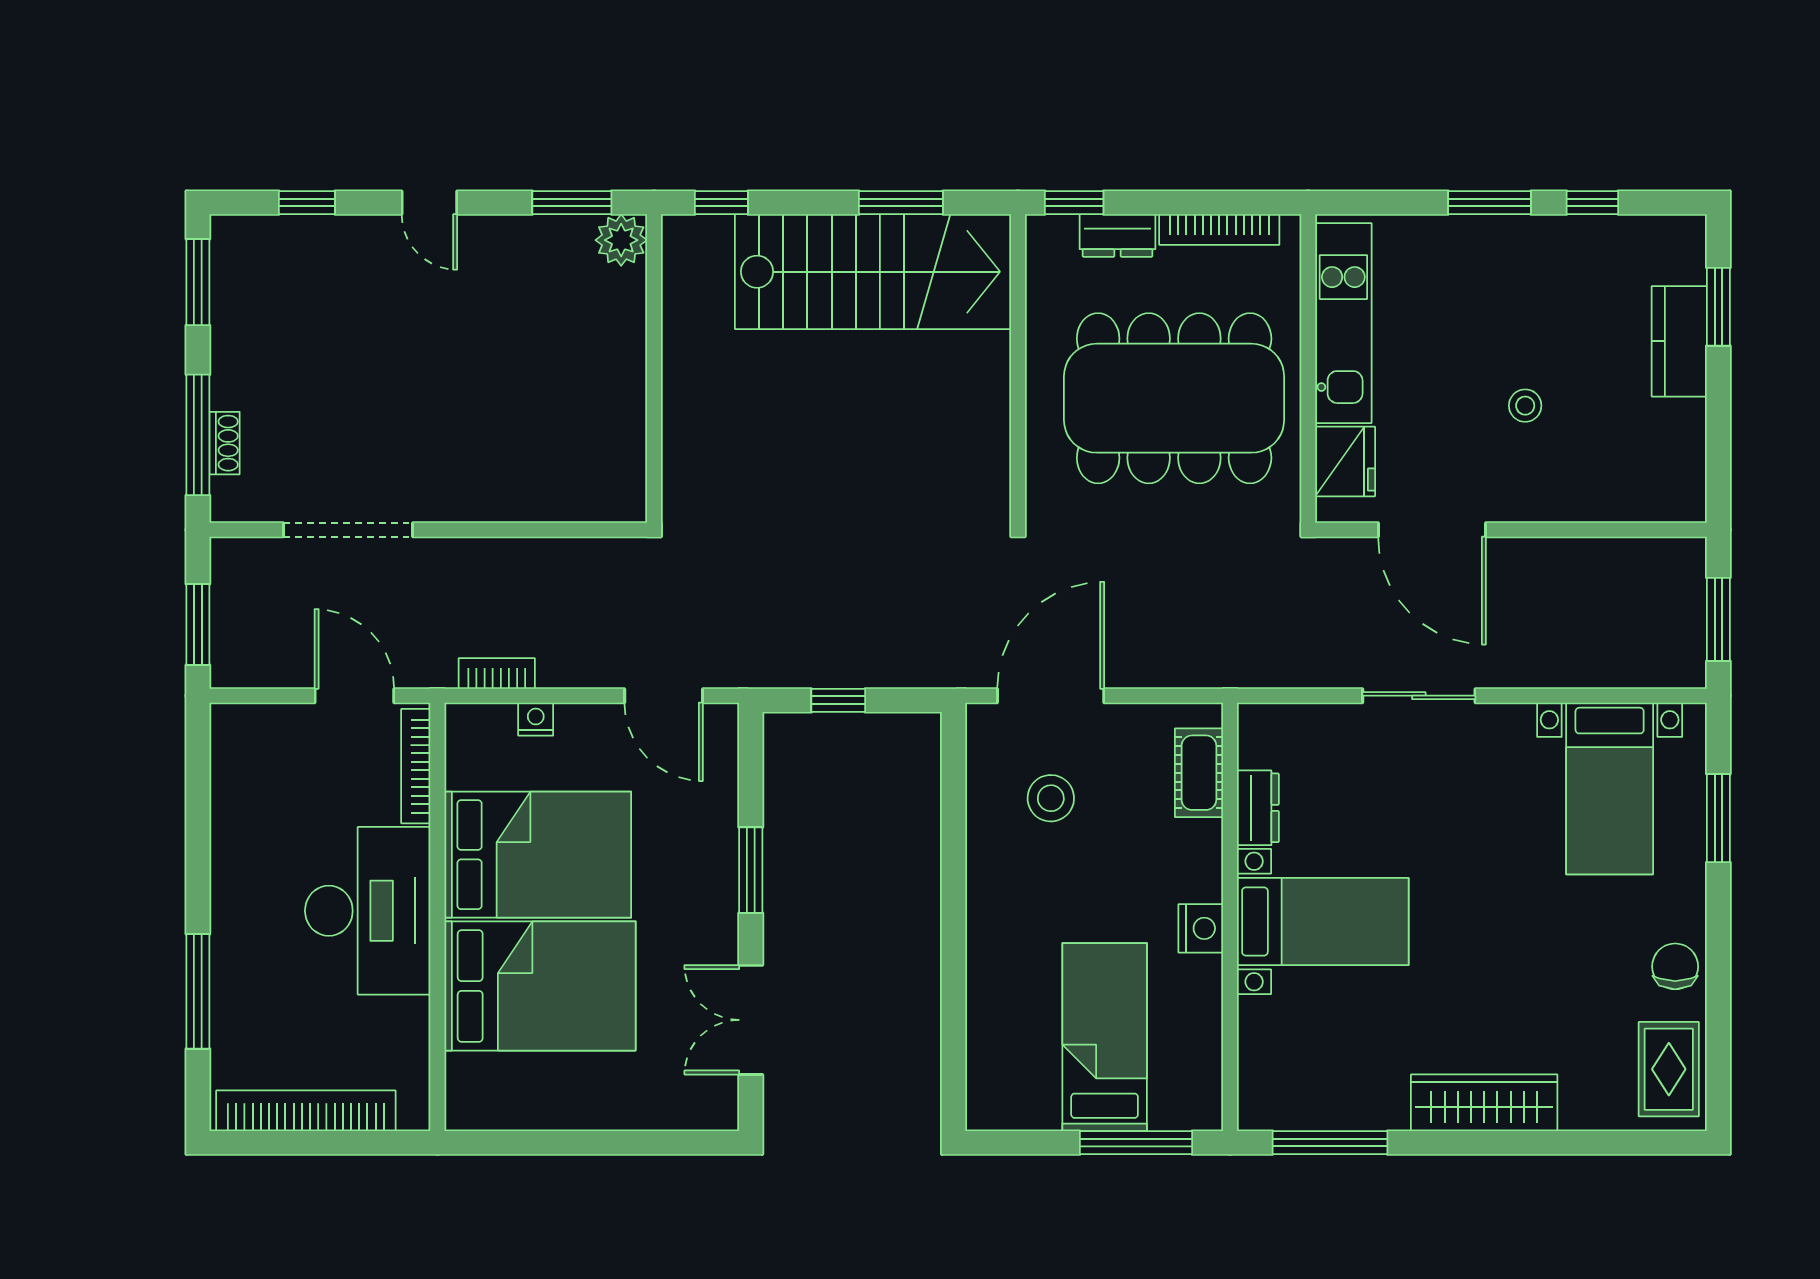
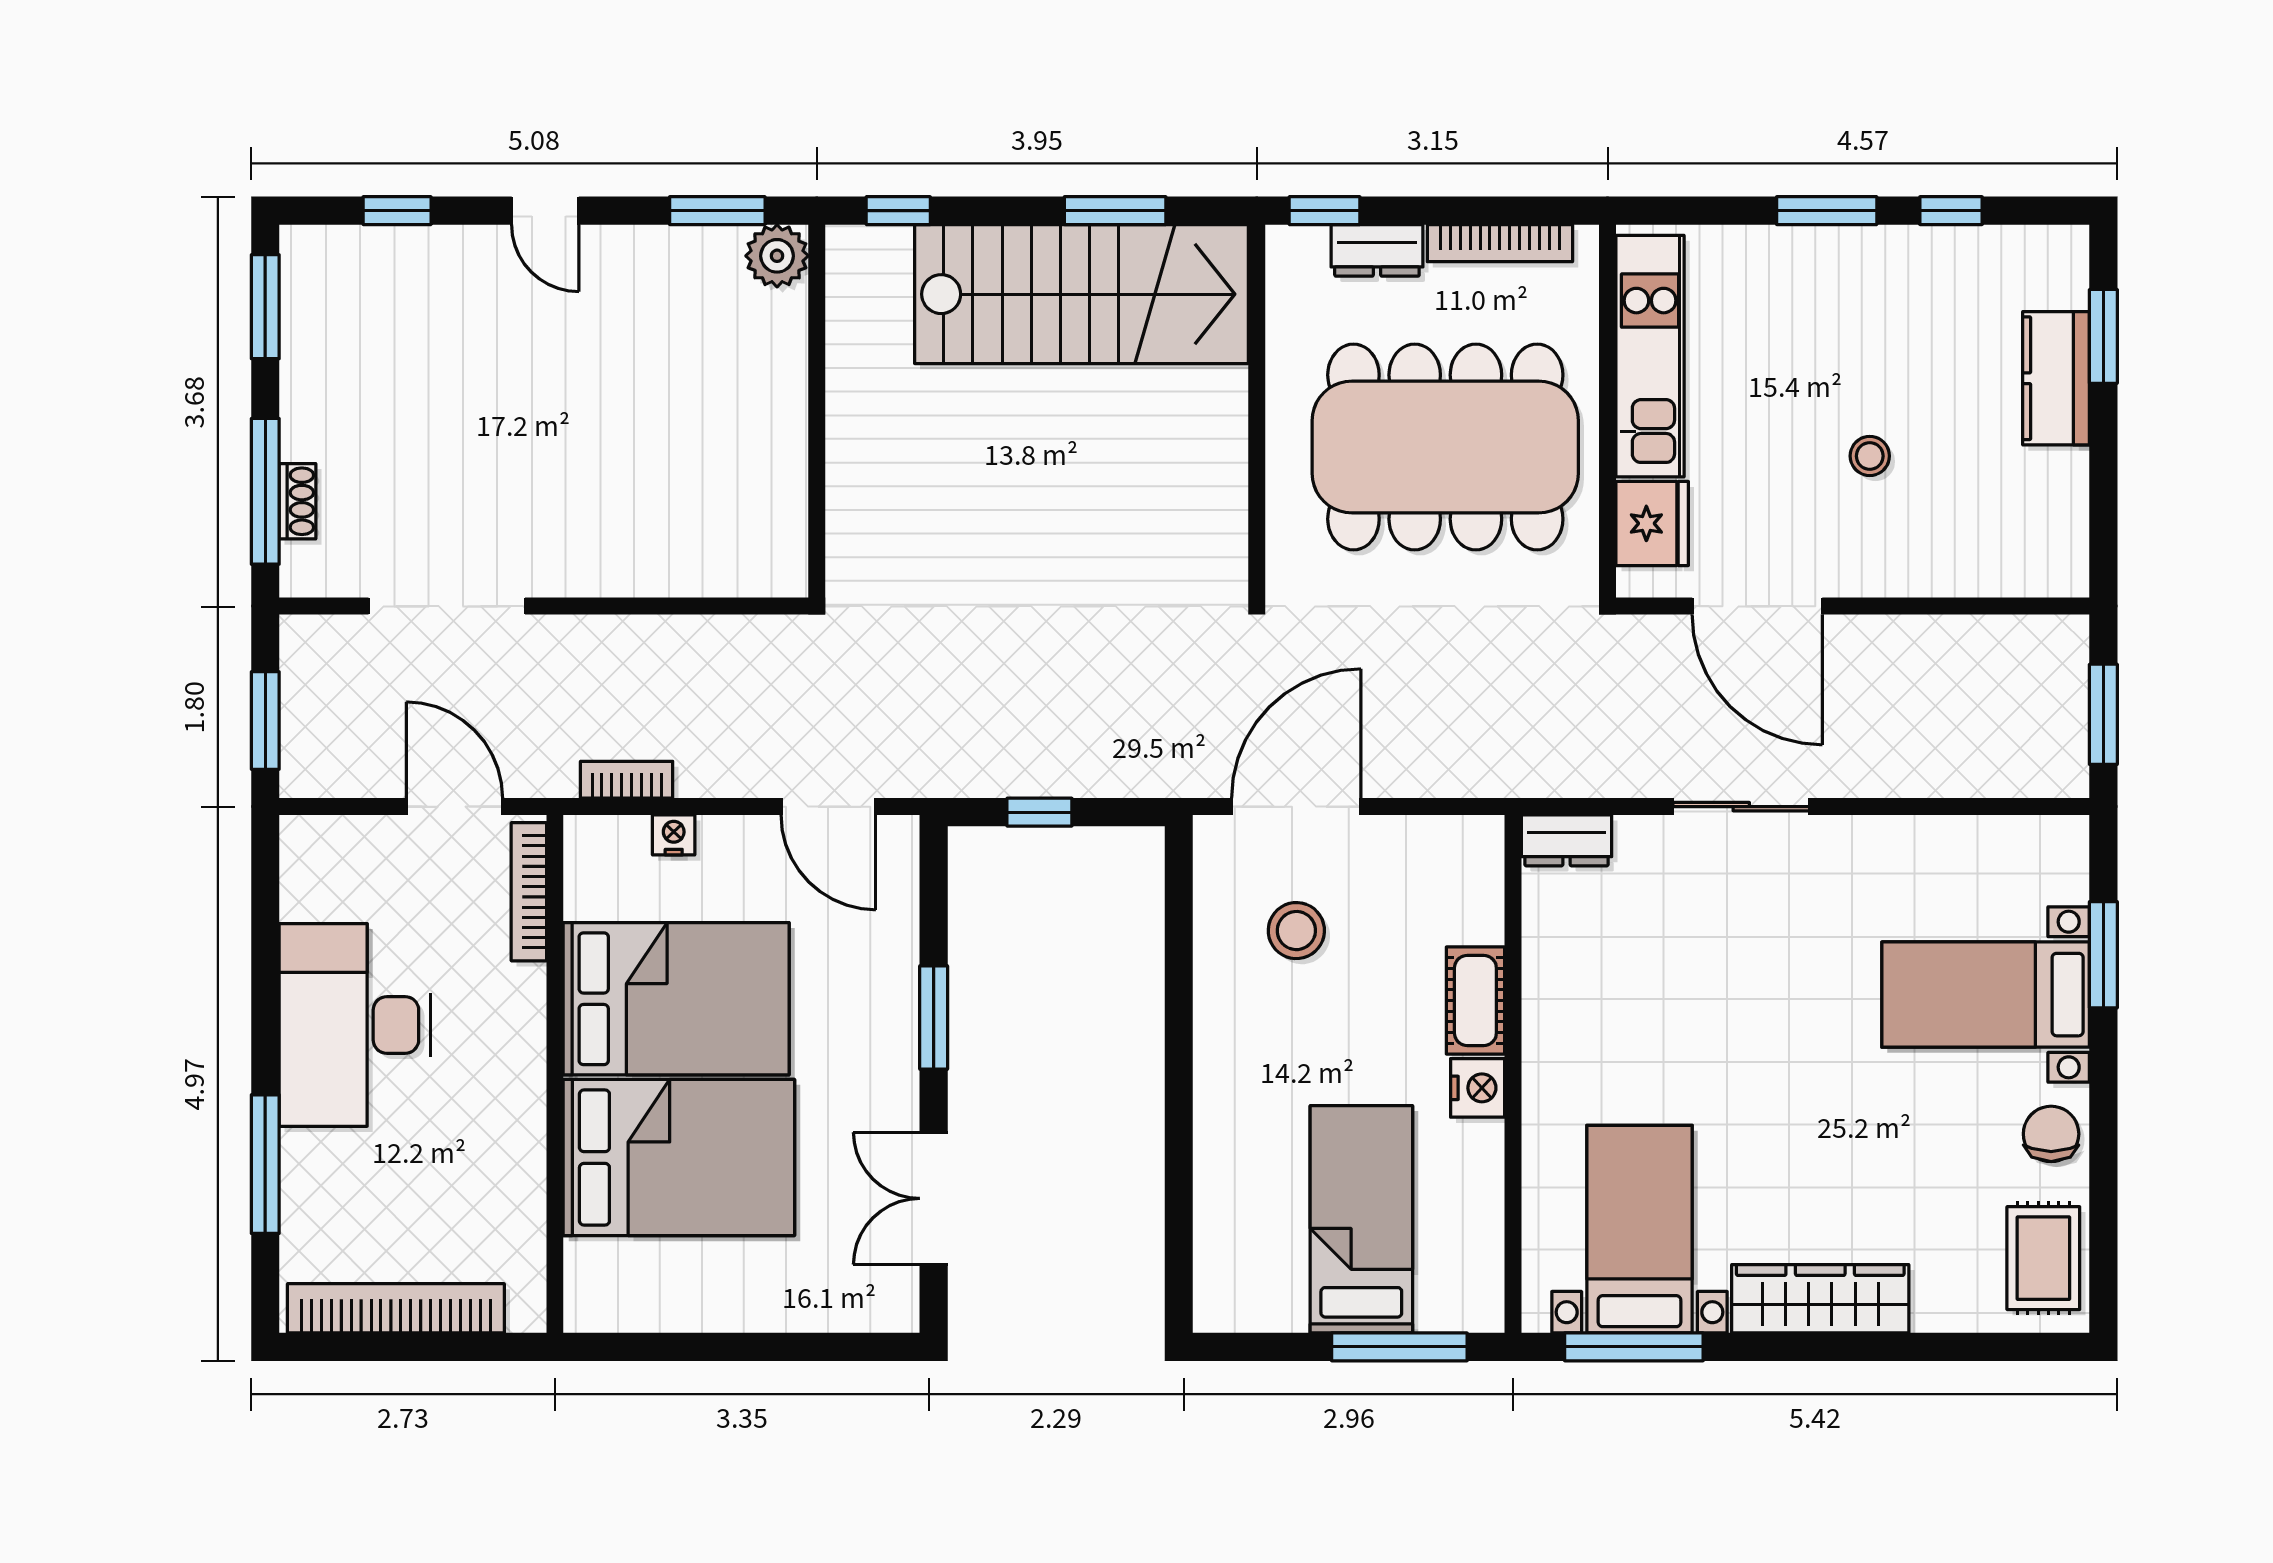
cot: (1199, 773) -> (1475, 1000), moved
bed with nightstands: (1610, 788) -> (1986, 995), moved, turned 90
dresser: (1258, 808) -> (1566, 840), moved, turned 90
desk: (368, 911) -> (355, 1025), moved, turned 180
bed with nightstands: (1323, 921) -> (1639, 1229), moved, turned -90

